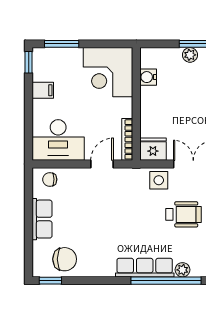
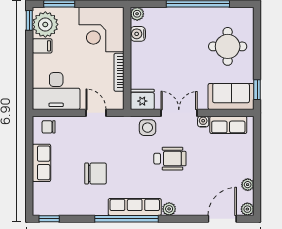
plant: (190, 55) -> (137, 14), moved
plant: (46, 67) -> (45, 24), added
bookcase: (127, 139) -> (119, 72), moved
door: (102, 164) -> (96, 113), hinge flipped
chair: (65, 259) -> (96, 173), moved
window: (166, 281) -> (126, 219), moved

